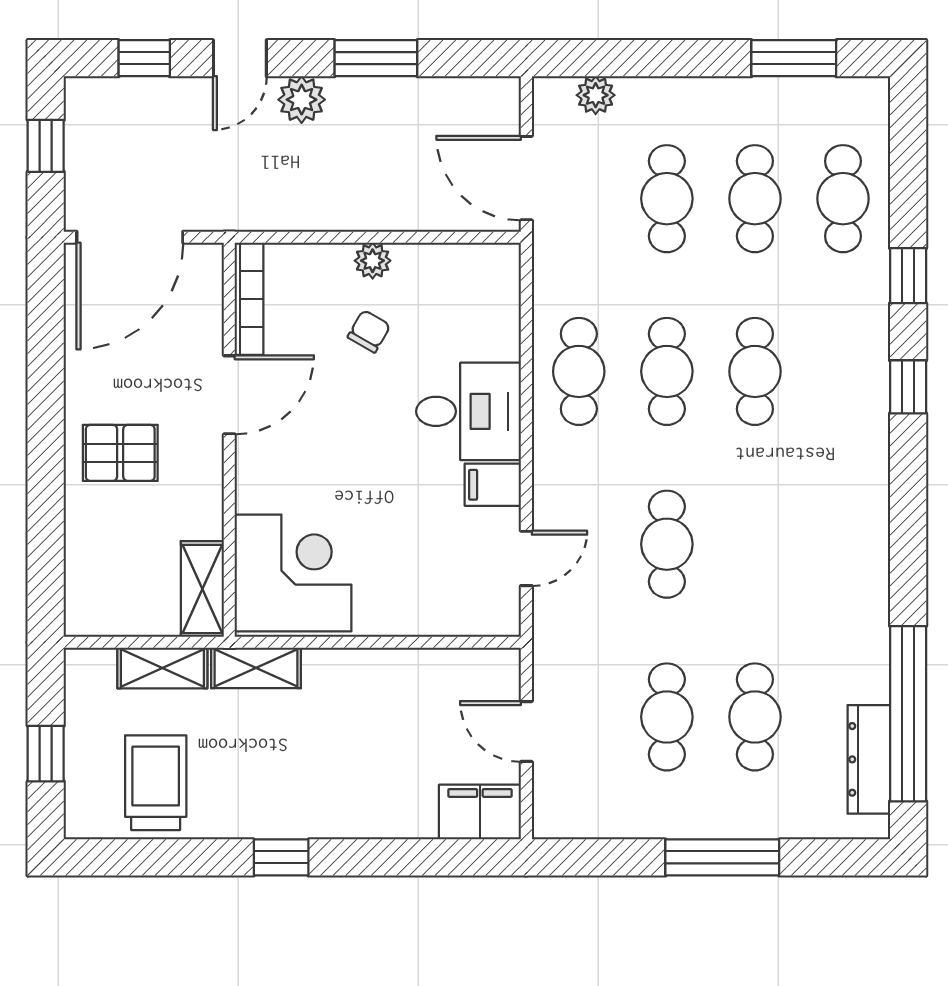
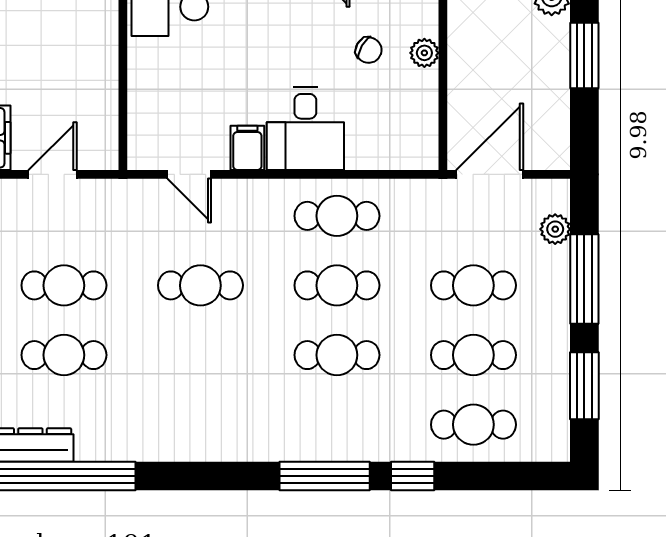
window: (659, 58) -> (584, 279), added
window: (908, 387) -> (325, 476), width x2.17

